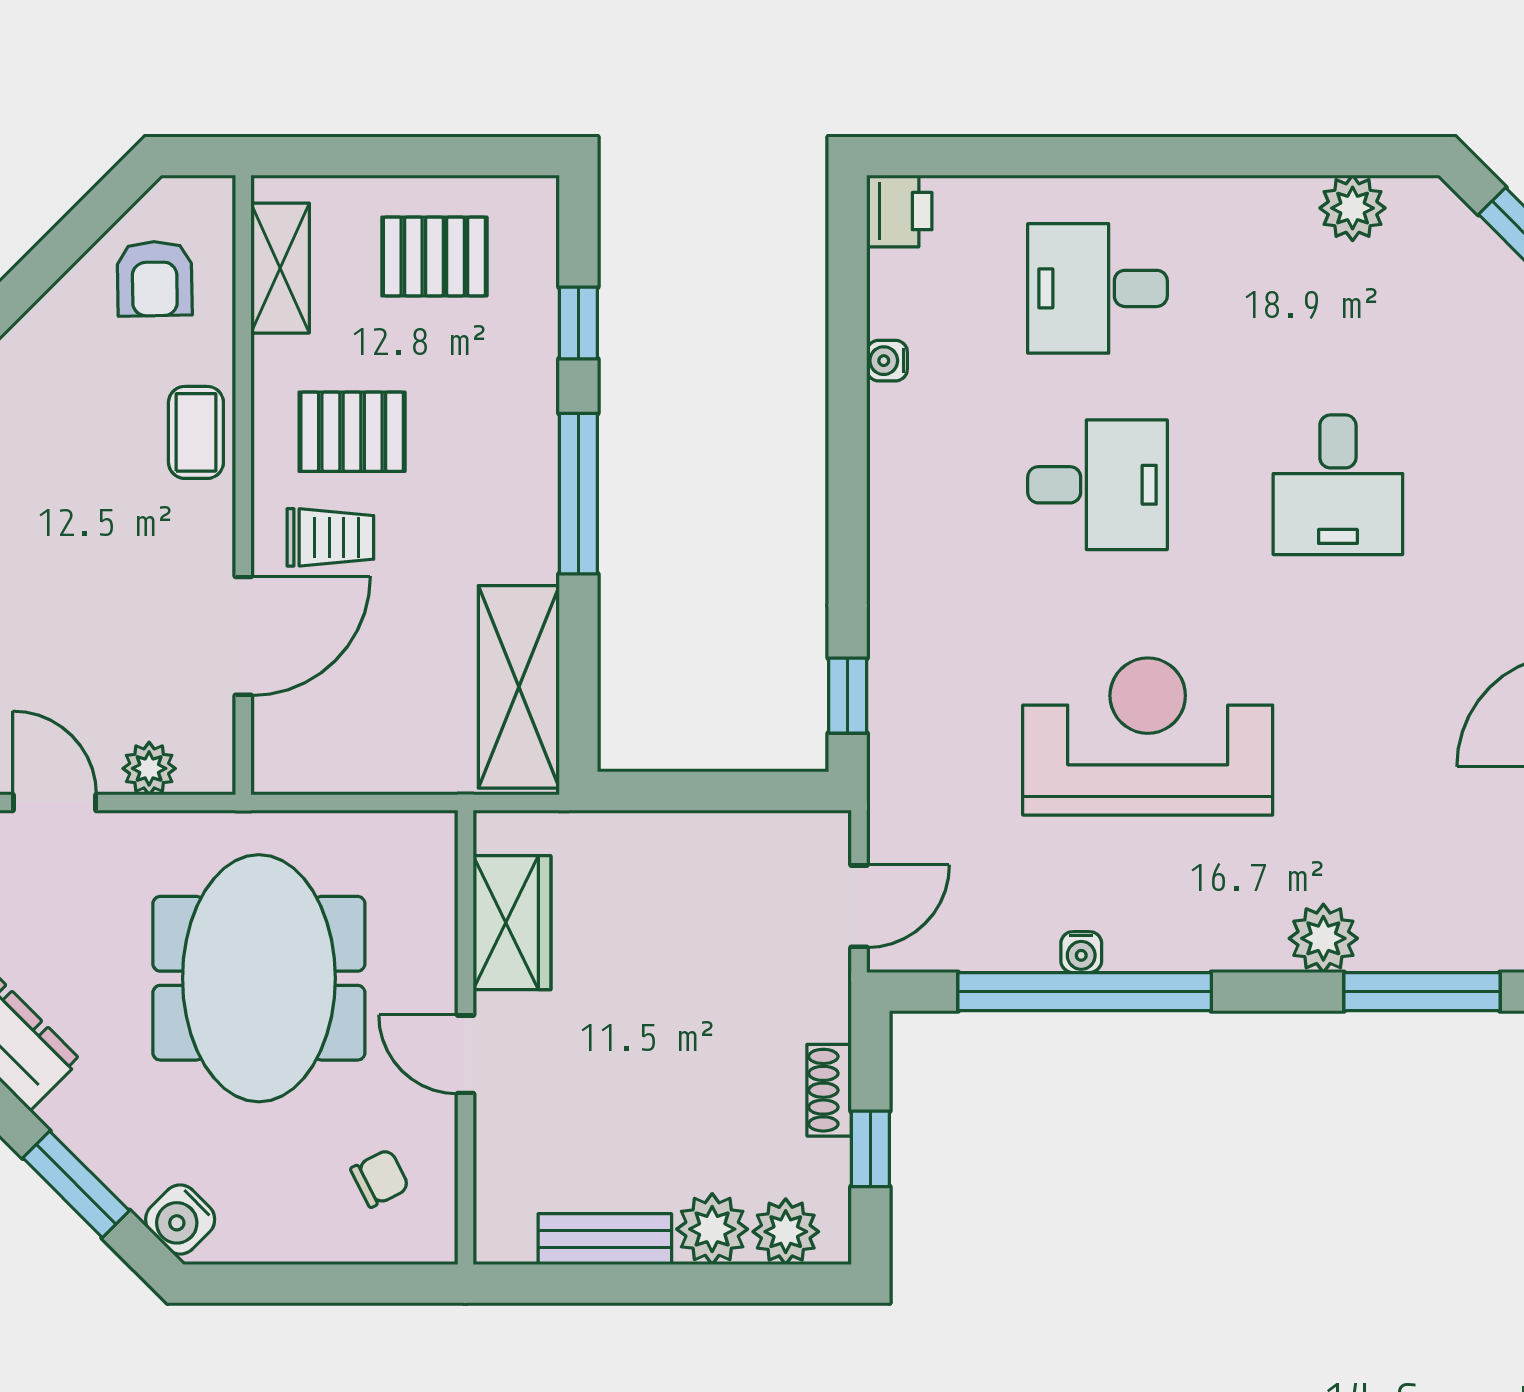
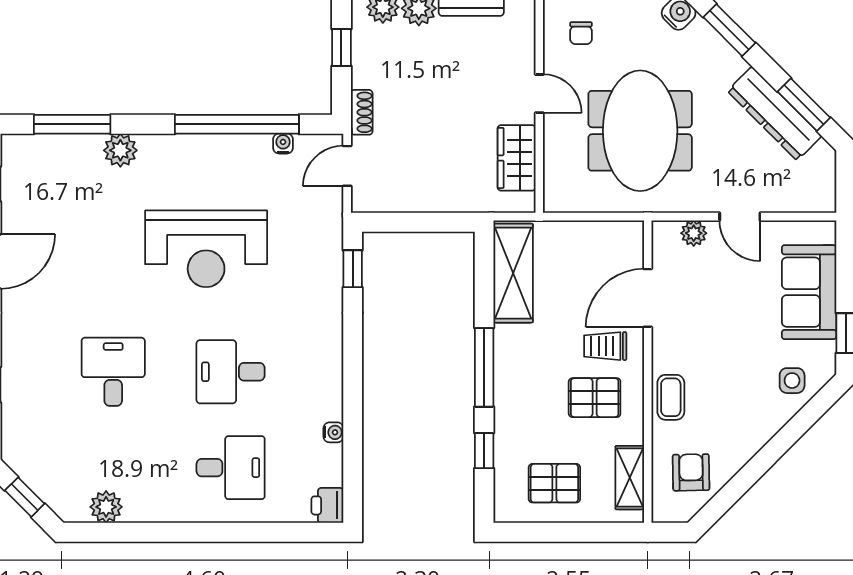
water cooler: (1081, 952) -> (283, 144), moved
shoe rack: (829, 1090) -> (362, 112), moved
chair: (380, 1178) -> (581, 33), turned -63

